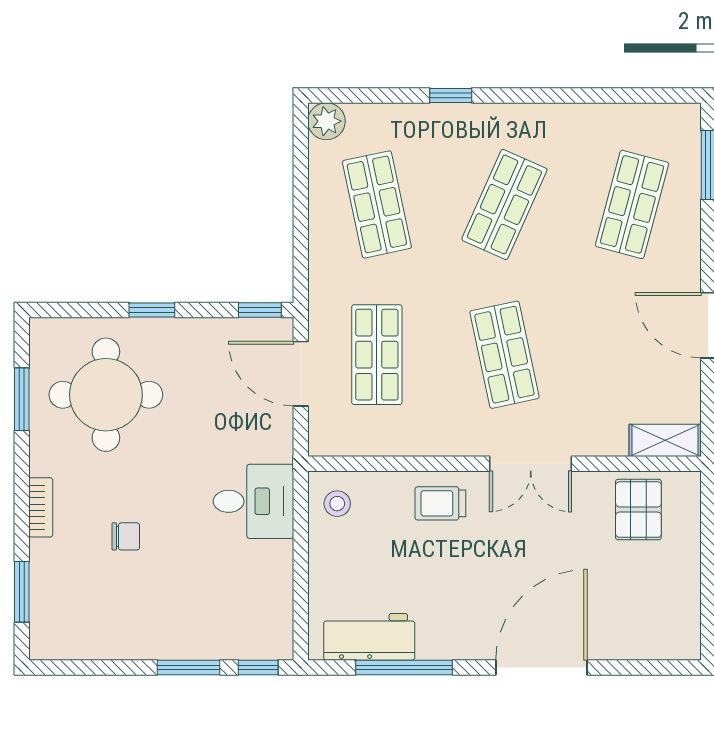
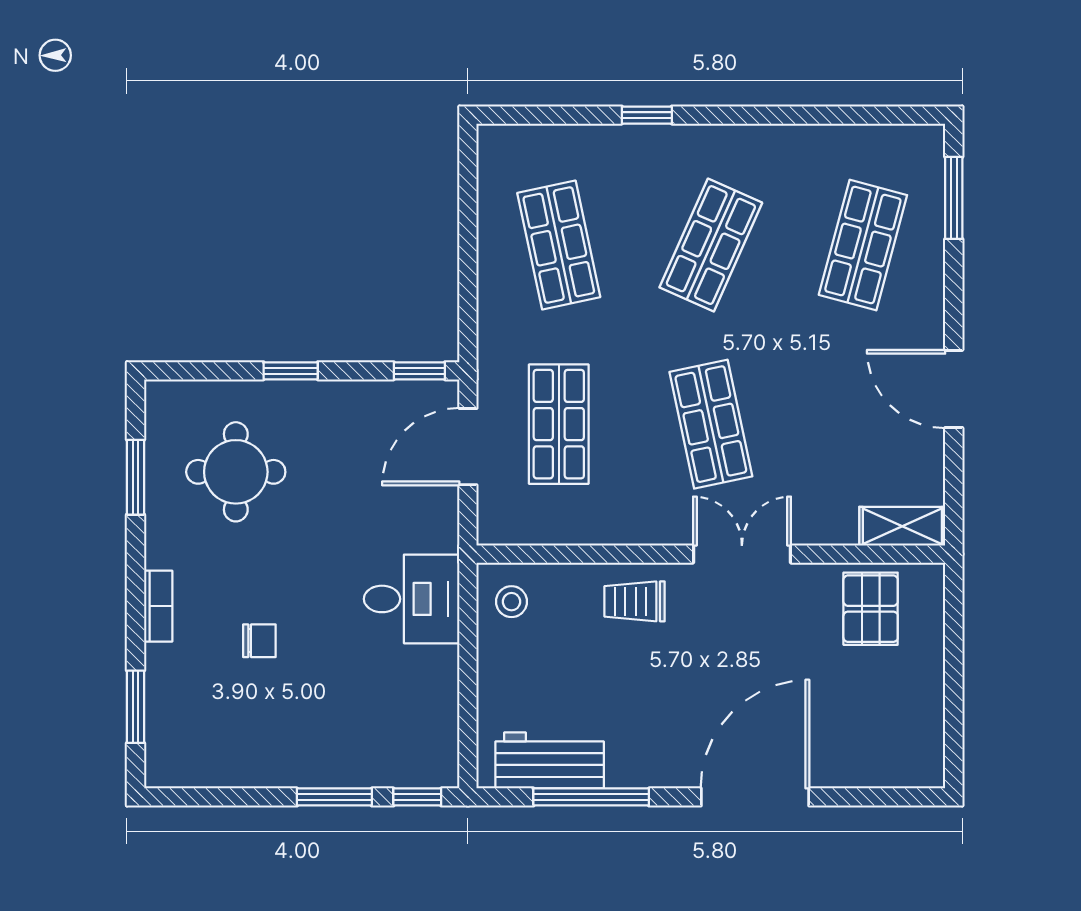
plant: (326, 121) -> (499, 146), removed
door: (301, 374) -> (468, 447), hinge flipped
round table: (106, 395) -> (236, 472), width x0.73, depth x0.73
double door: (531, 464) -> (742, 554), swing flipped

